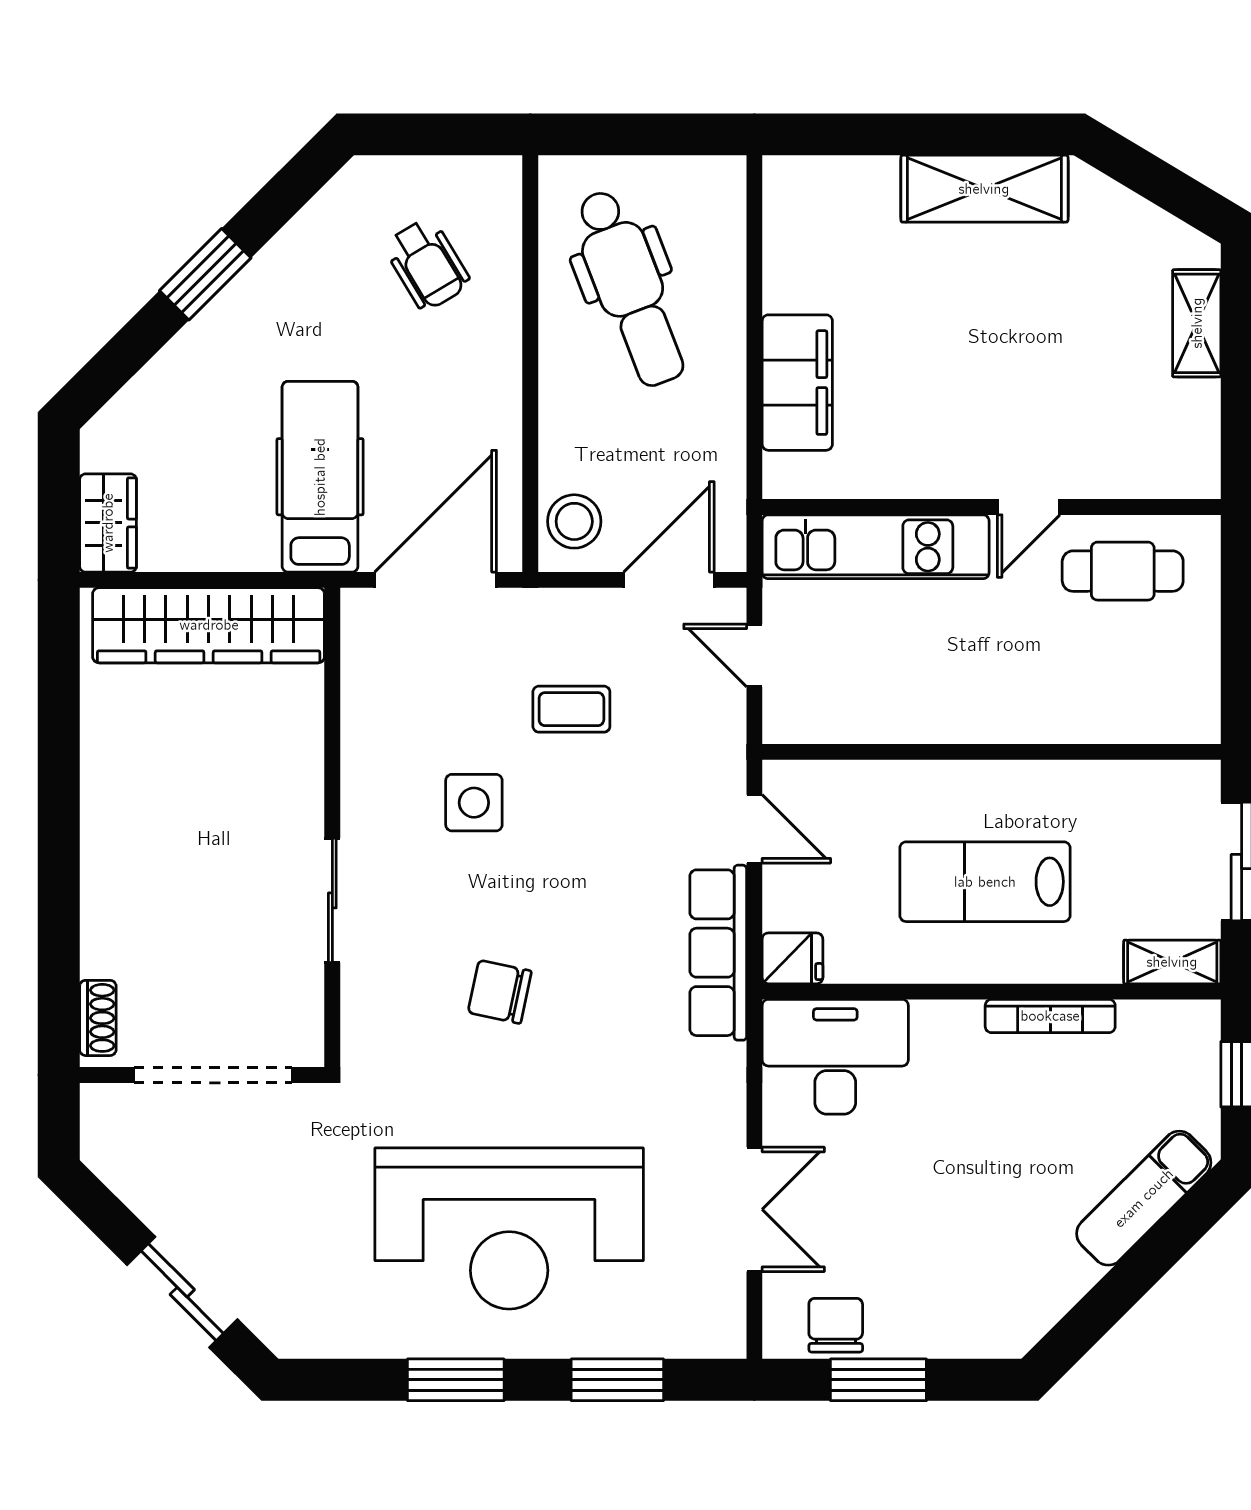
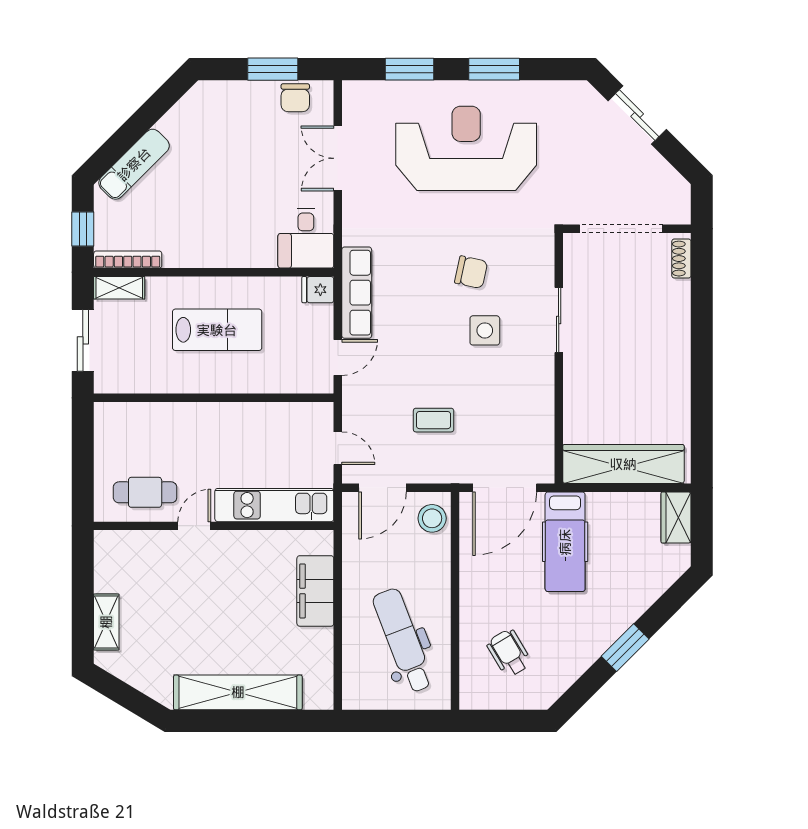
shelving: (984, 189) -> (238, 692), width x1.47
side table: (474, 803) -> (485, 330), moved
door: (754, 829) -> (338, 357), swing flipped
bookcase: (1050, 1016) -> (128, 259), moved
desk: (835, 1057) -> (306, 238), width x0.73

